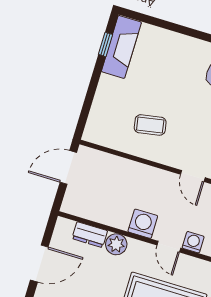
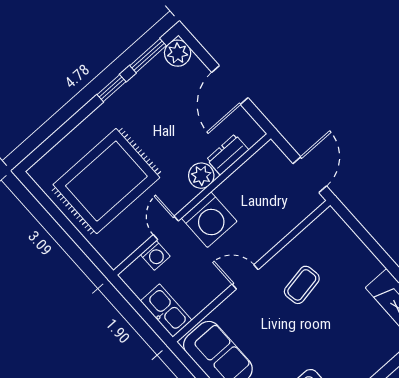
door: (193, 176) -> (245, 277), moved
washing machine: (143, 224) -> (209, 220), width x1.37, depth x1.37
door: (169, 247) -> (166, 228), hinge flipped

